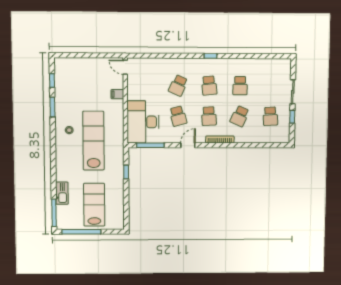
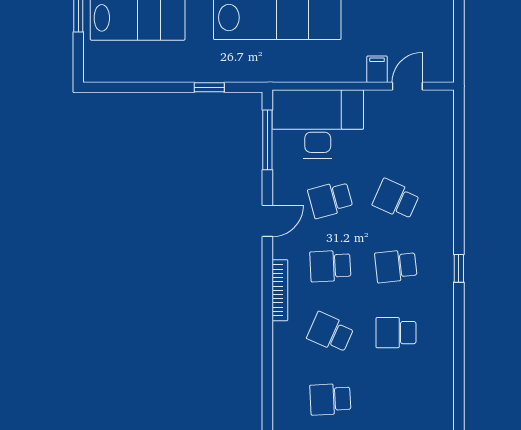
door: (125, 67) -> (407, 86), moved
door: (188, 145) -> (267, 221), hinge flipped

